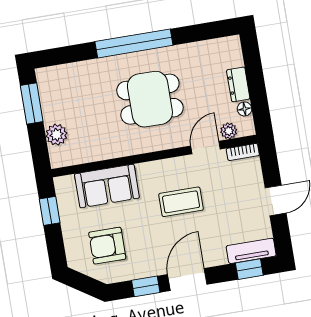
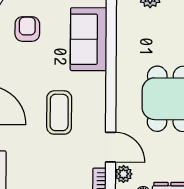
armchair: (107, 246) -> (27, 29), width x0.72, depth x0.72

